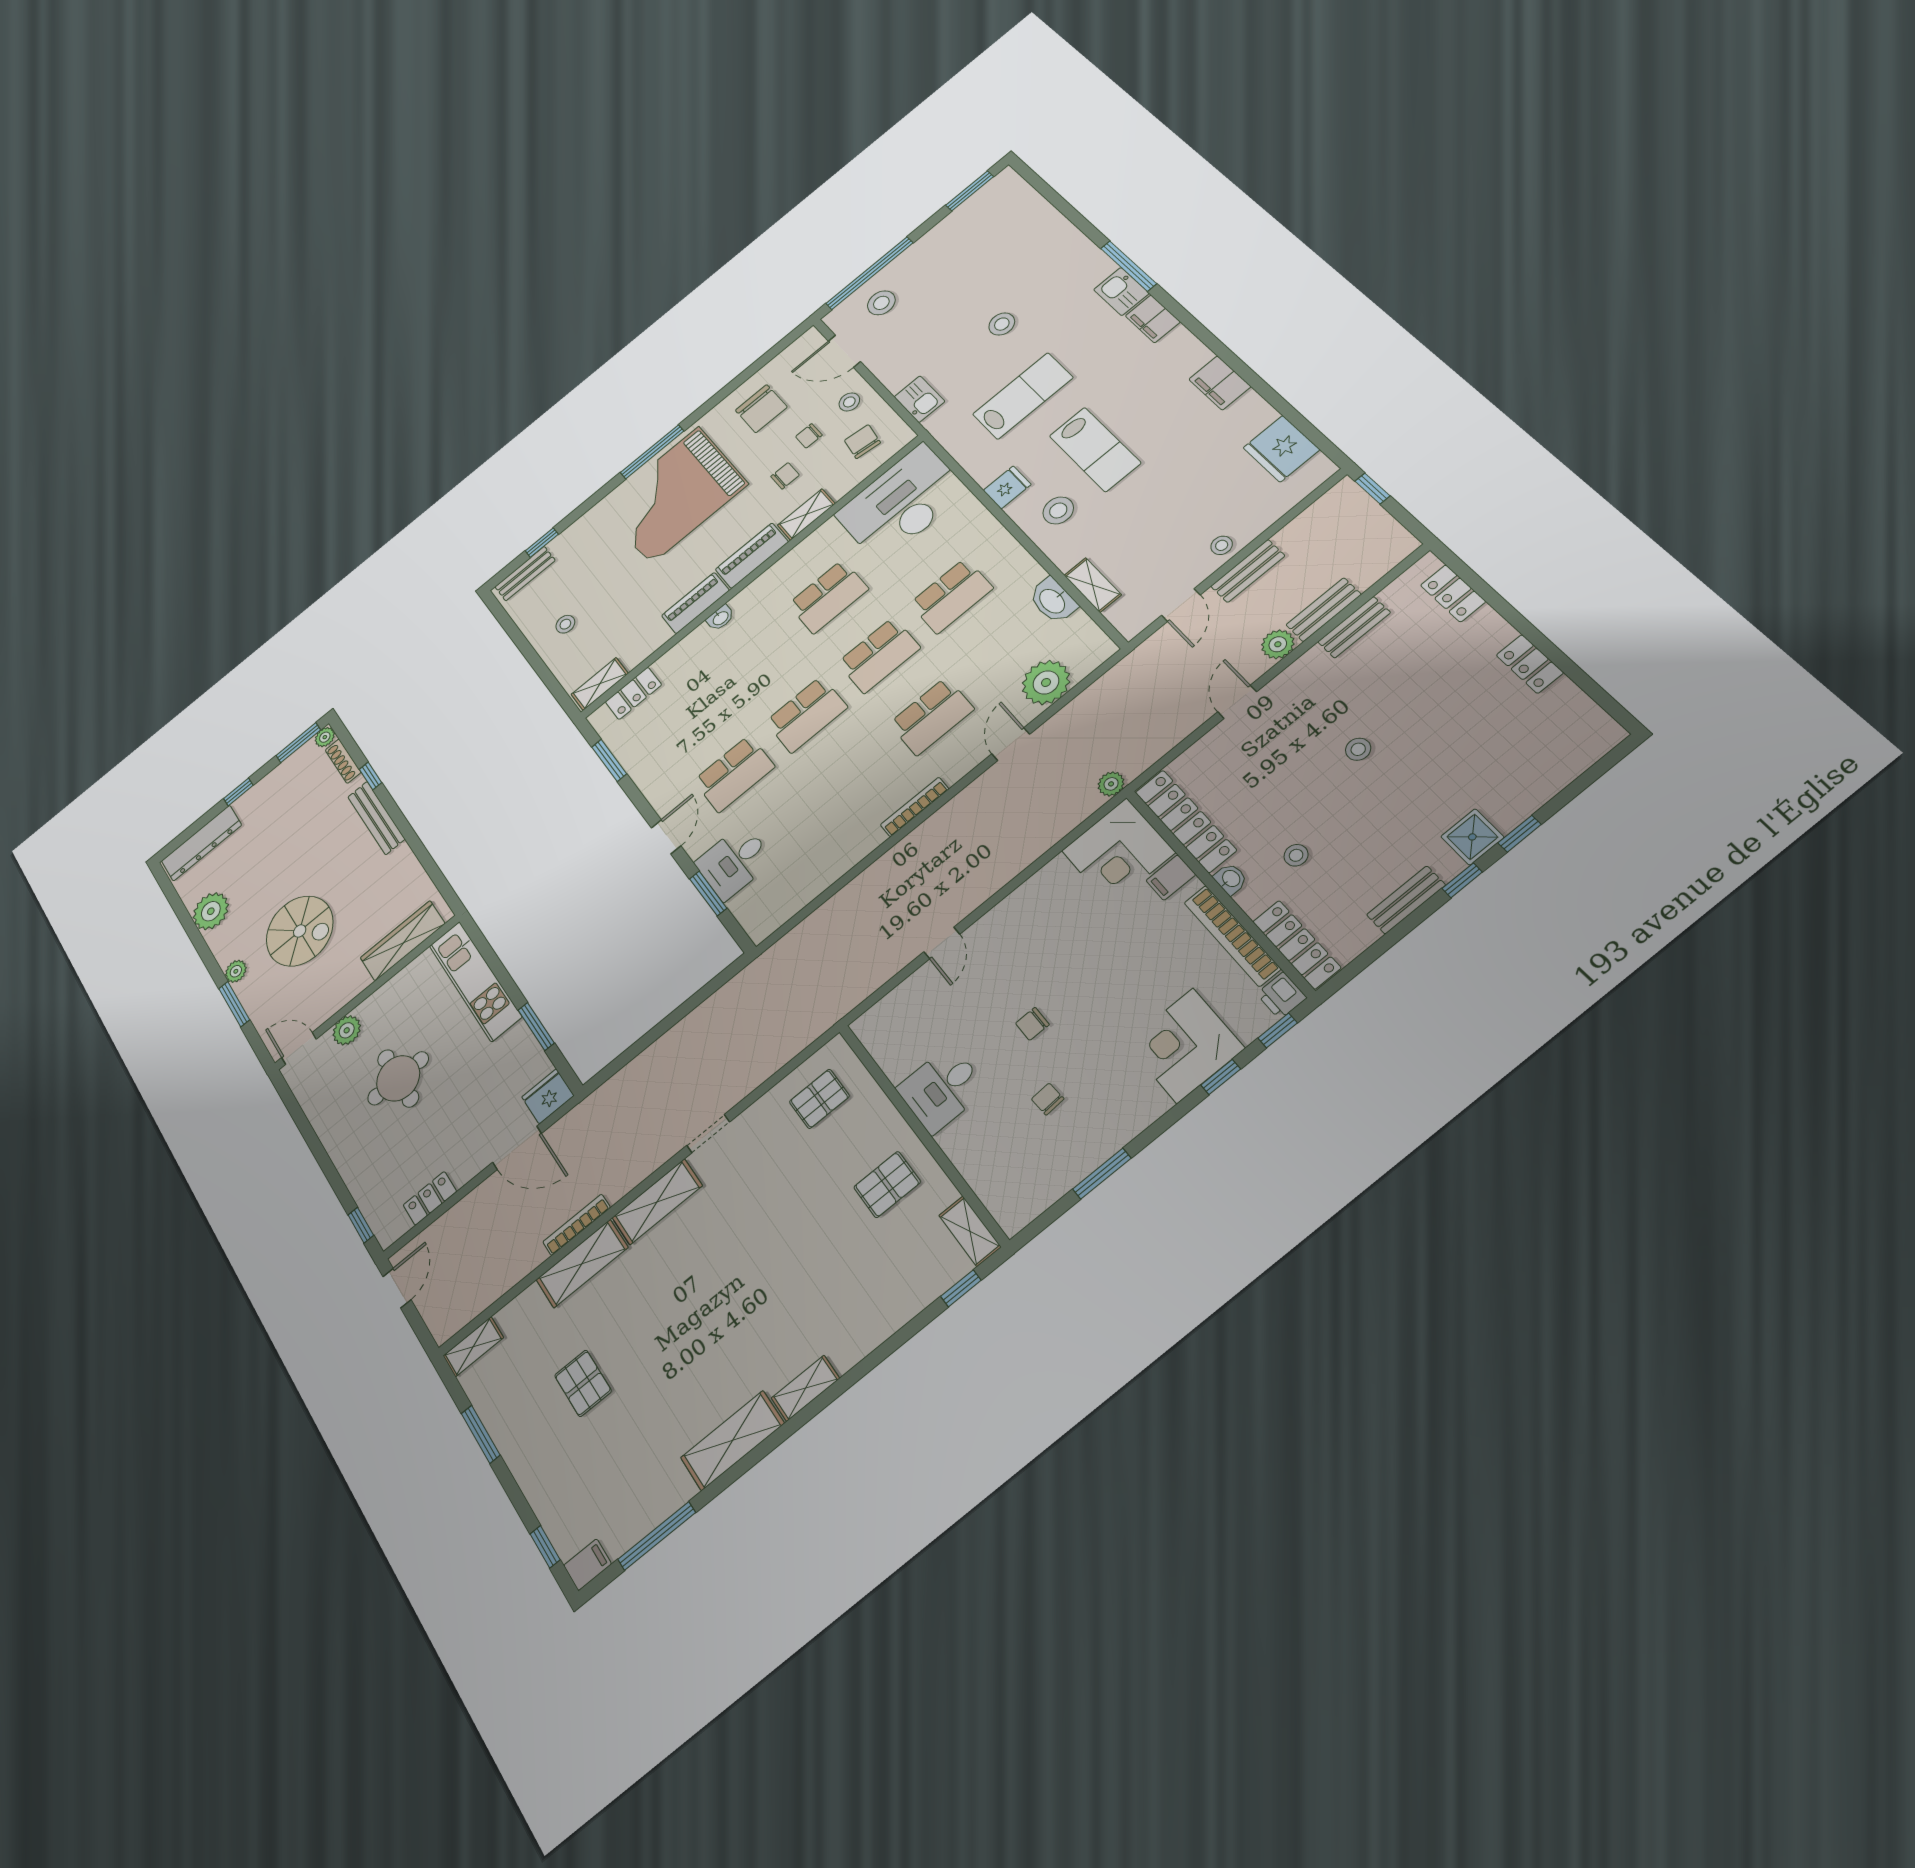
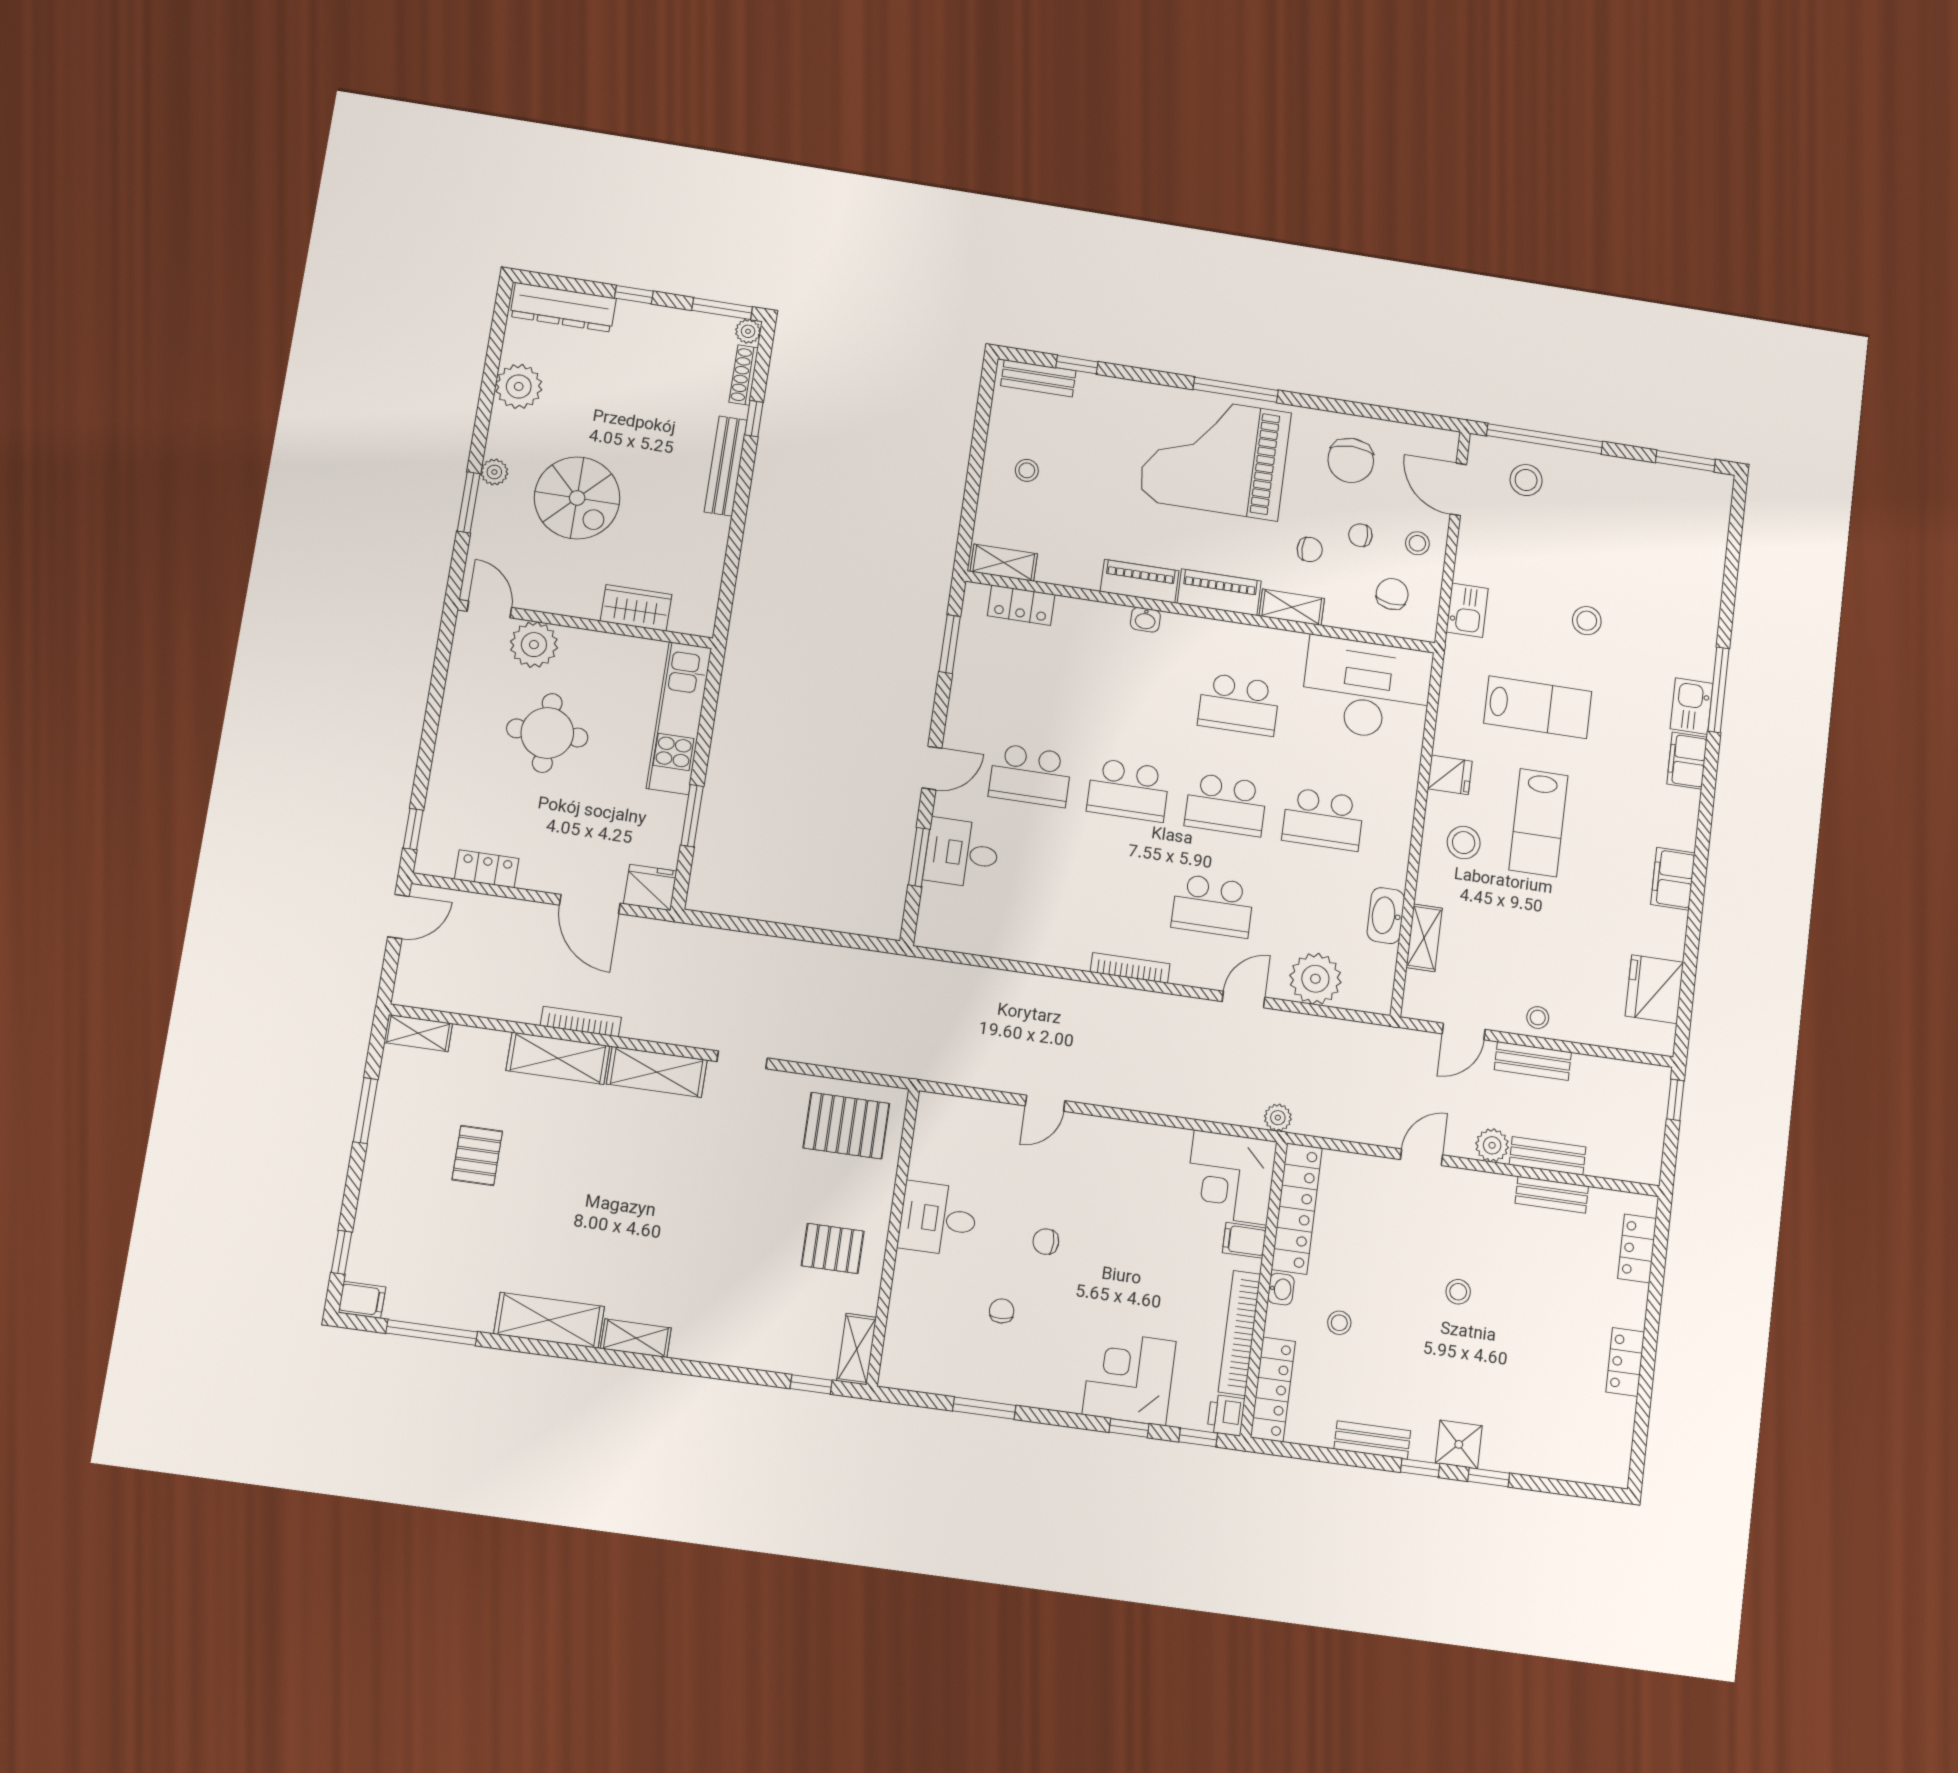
wardrobe: (403, 941) -> (636, 608), width x0.67
plant: (347, 1030) -> (534, 645), width x1.36, depth x1.36
pallet: (819, 1099) -> (846, 1126), width x1.50, depth x1.42

